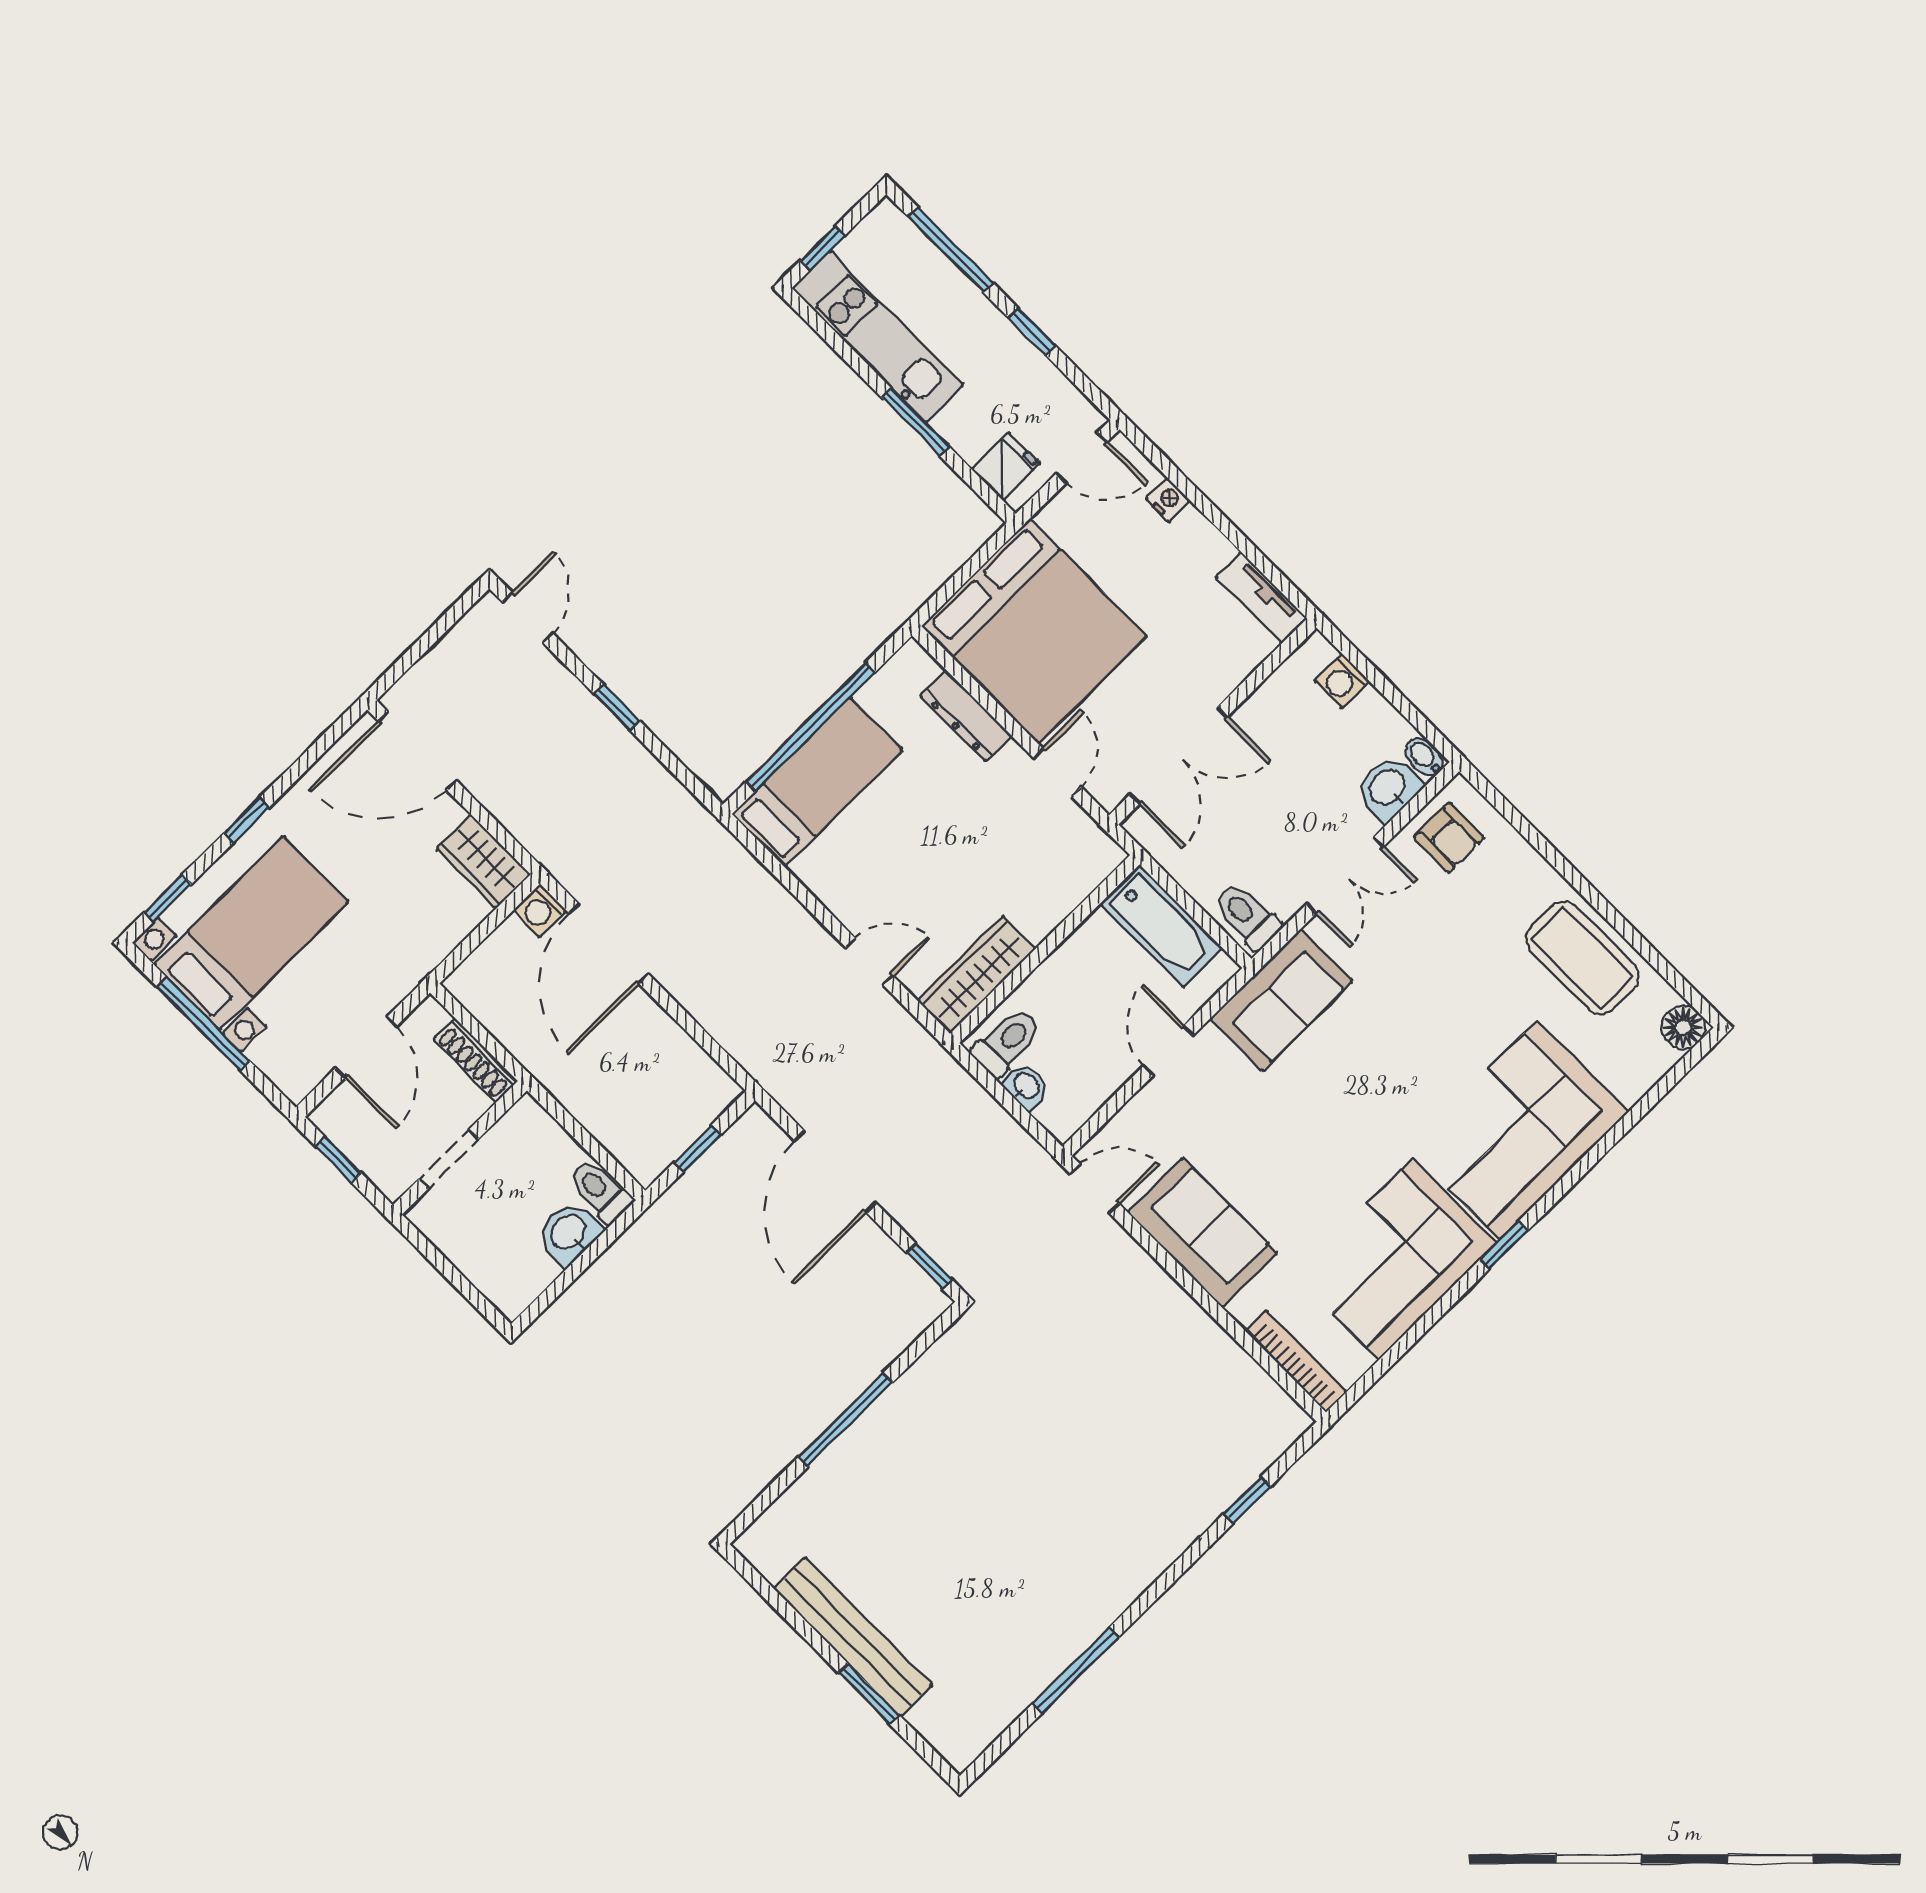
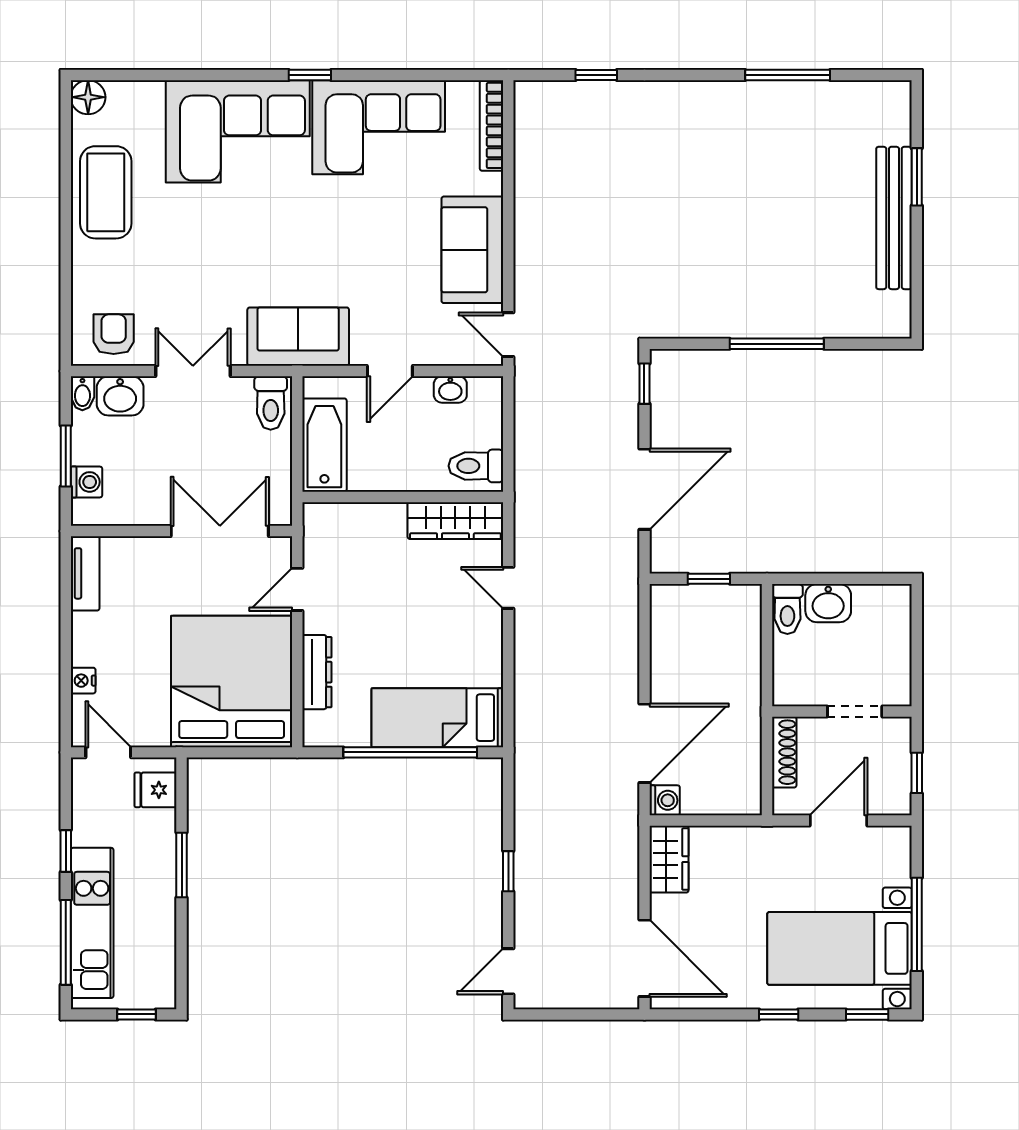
kitchen unit: (878, 337) -> (92, 923), moved, turned 180
window: (1383, 686) -> (66, 456), added
washbasin: (1026, 1087) -> (450, 389), moved, turned -90

